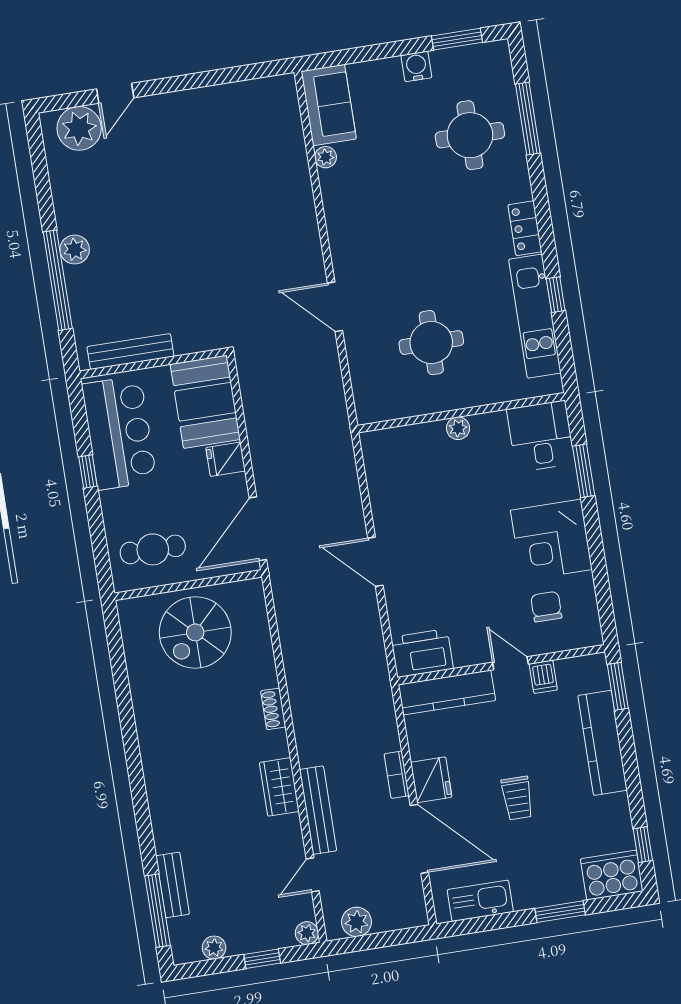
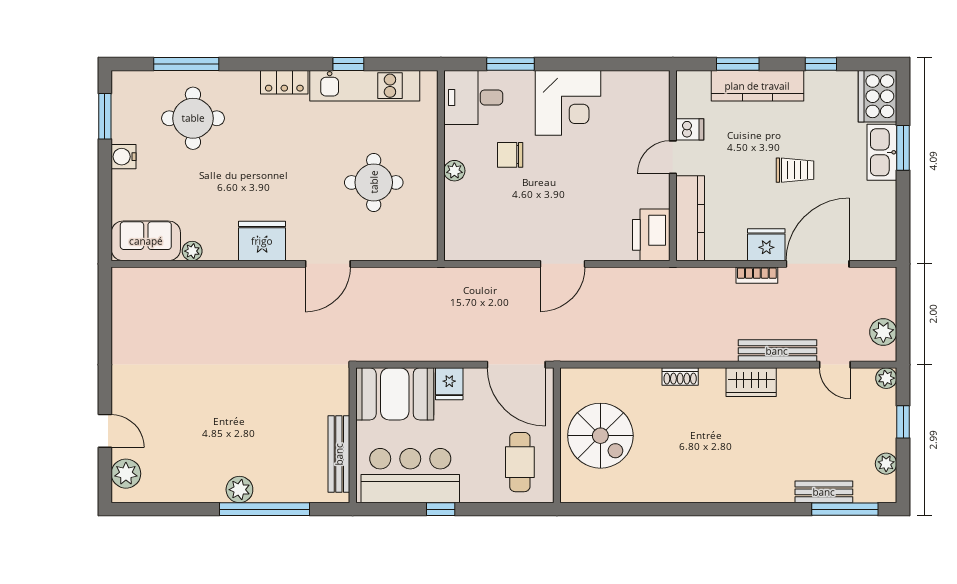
plant: (79, 128) -> (126, 474), width x0.73, depth x0.73
fridge: (348, 231) -> (262, 241), added
chair: (546, 607) -> (510, 155), moved
window: (618, 686) -> (738, 64), moved
window: (643, 845) -> (821, 64), moved
kitchen sink: (480, 901) -> (882, 152), moved

